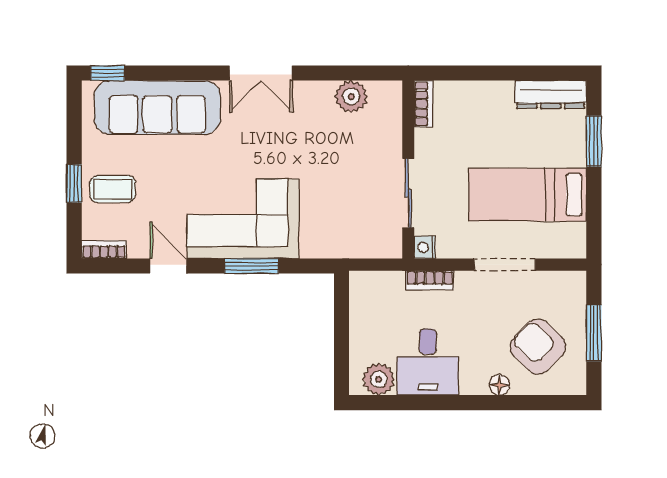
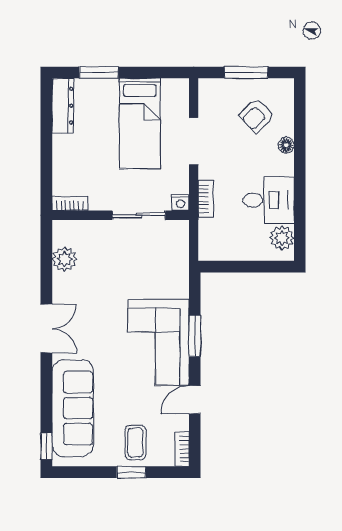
armchair: (538, 346) -> (257, 116), width x0.72, depth x0.72

